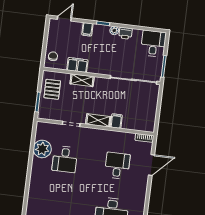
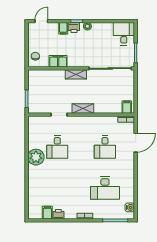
printer: (125, 33) -> (74, 27), moved
shelving: (82, 80) -> (76, 74), moved
pallet: (52, 89) -> (38, 86), removed
filing cabinet: (116, 121) -> (127, 107), moved
plant: (42, 149) -> (36, 157), moved
desk: (117, 166) -> (105, 147), turned 180

